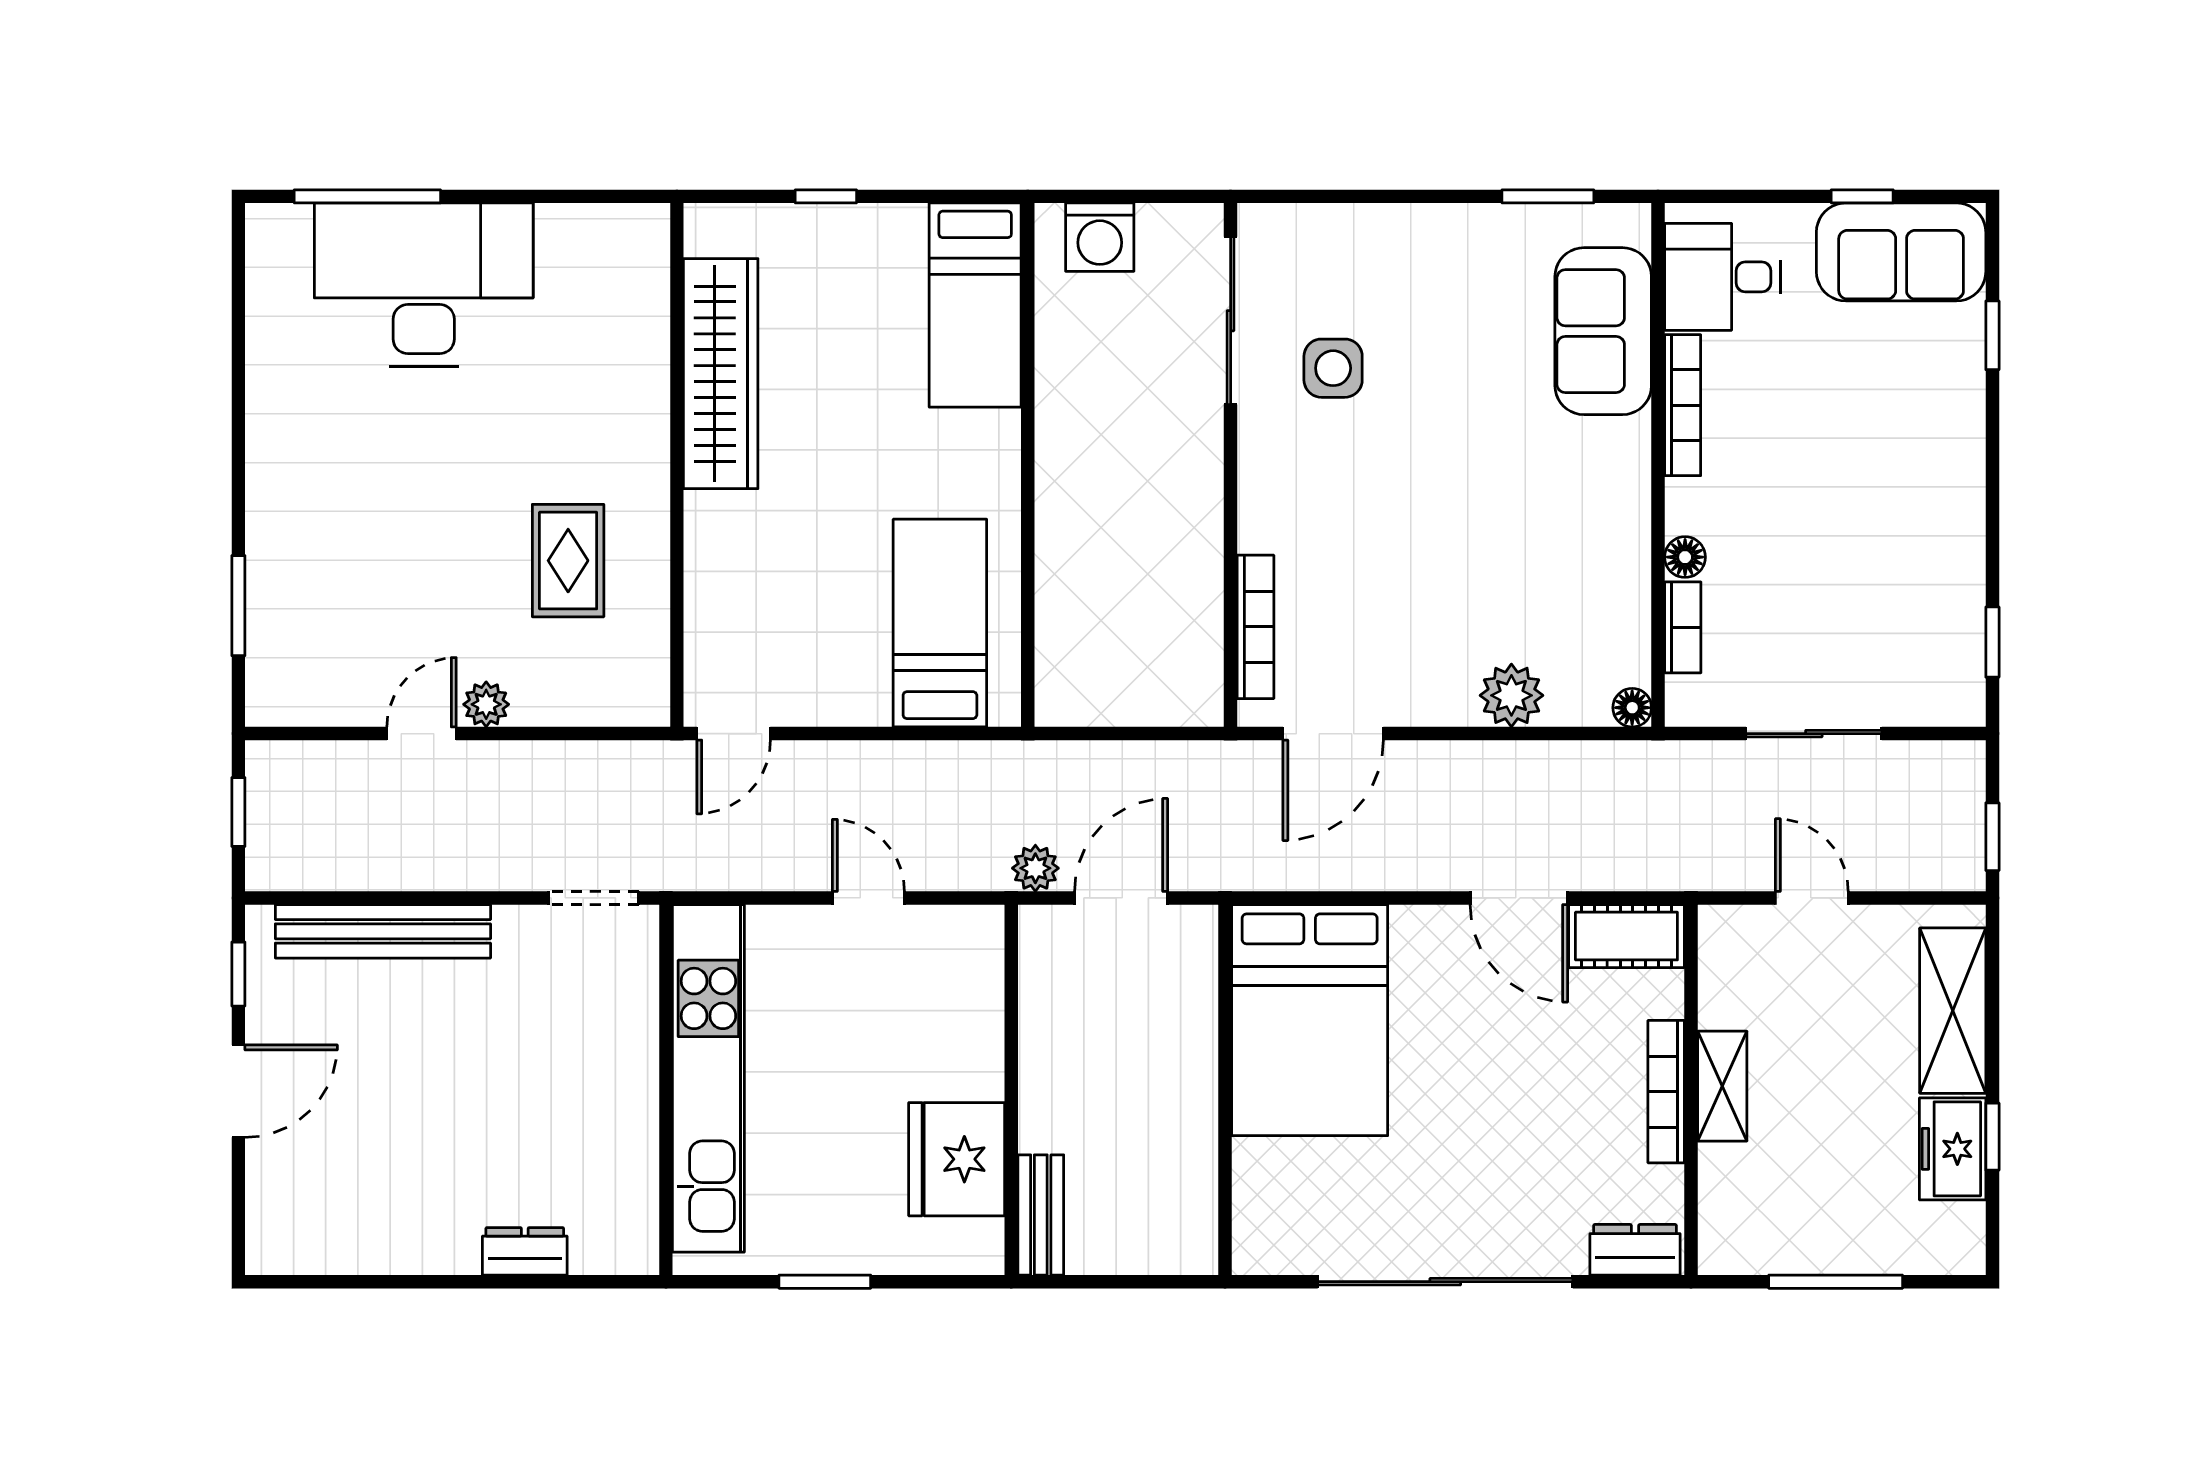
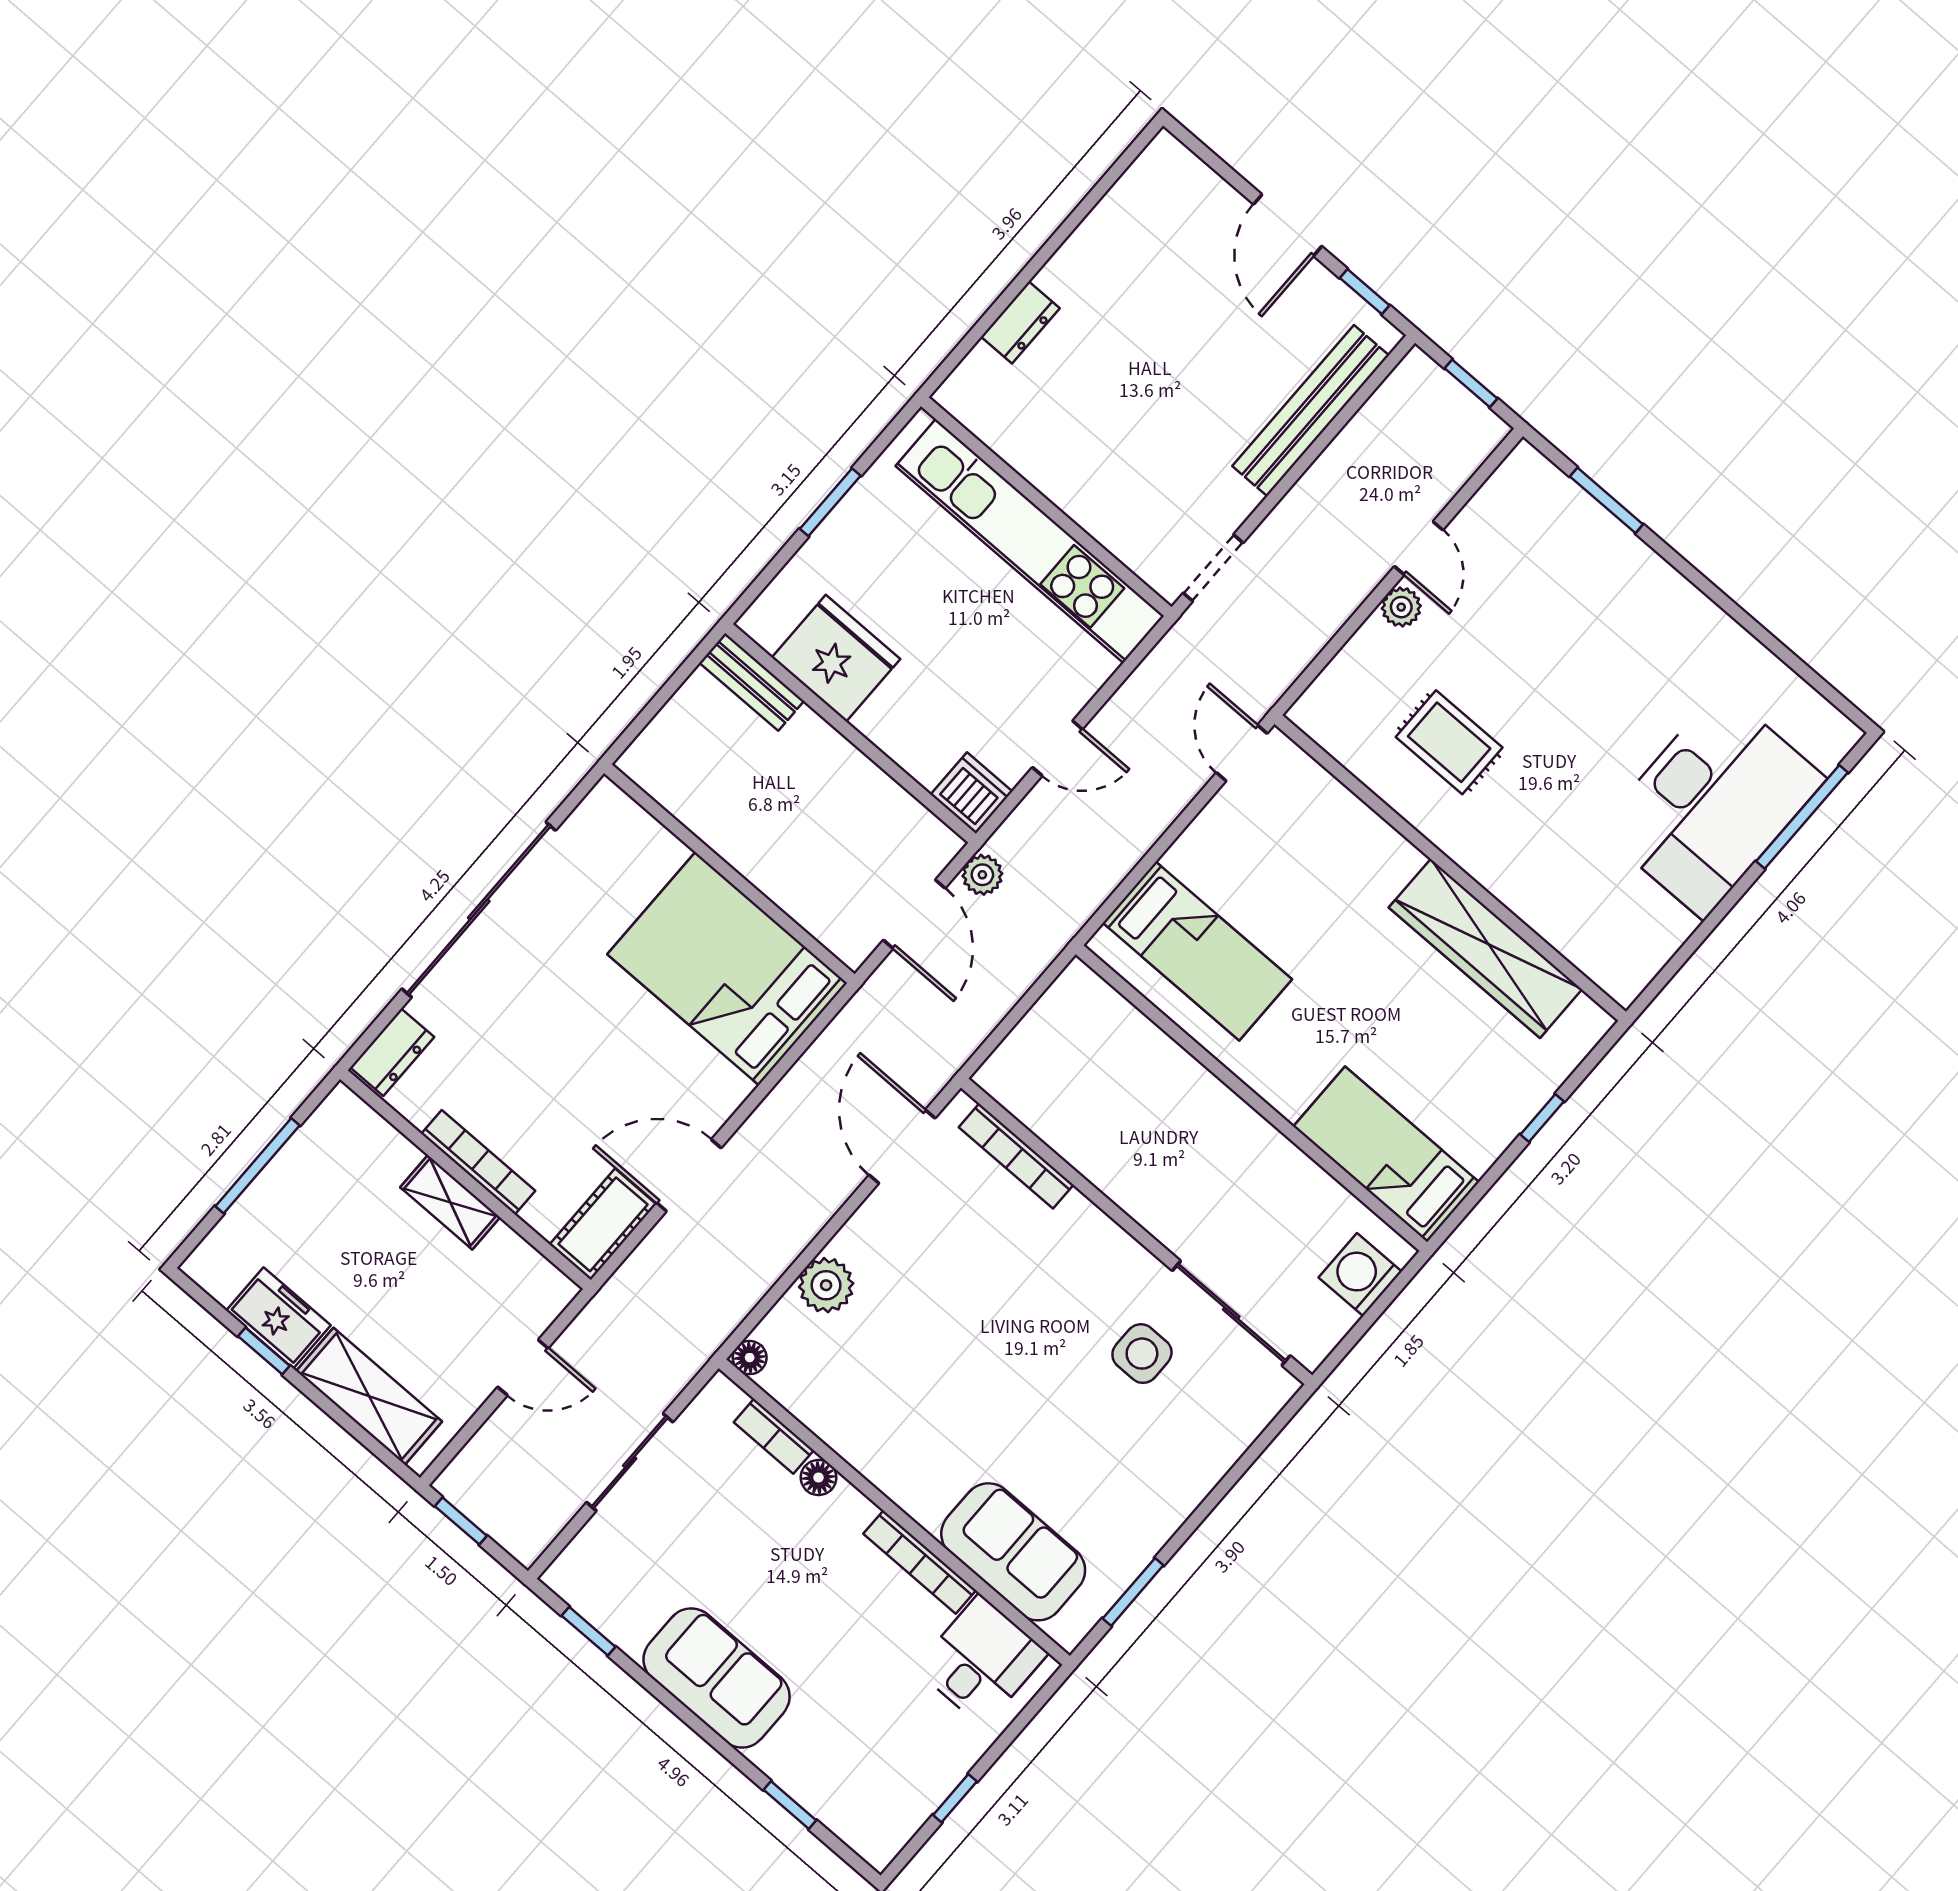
sofa: (1901, 252) -> (717, 1678), moved, turned 90
dishwasher: (972, 939) -> (972, 793), added

